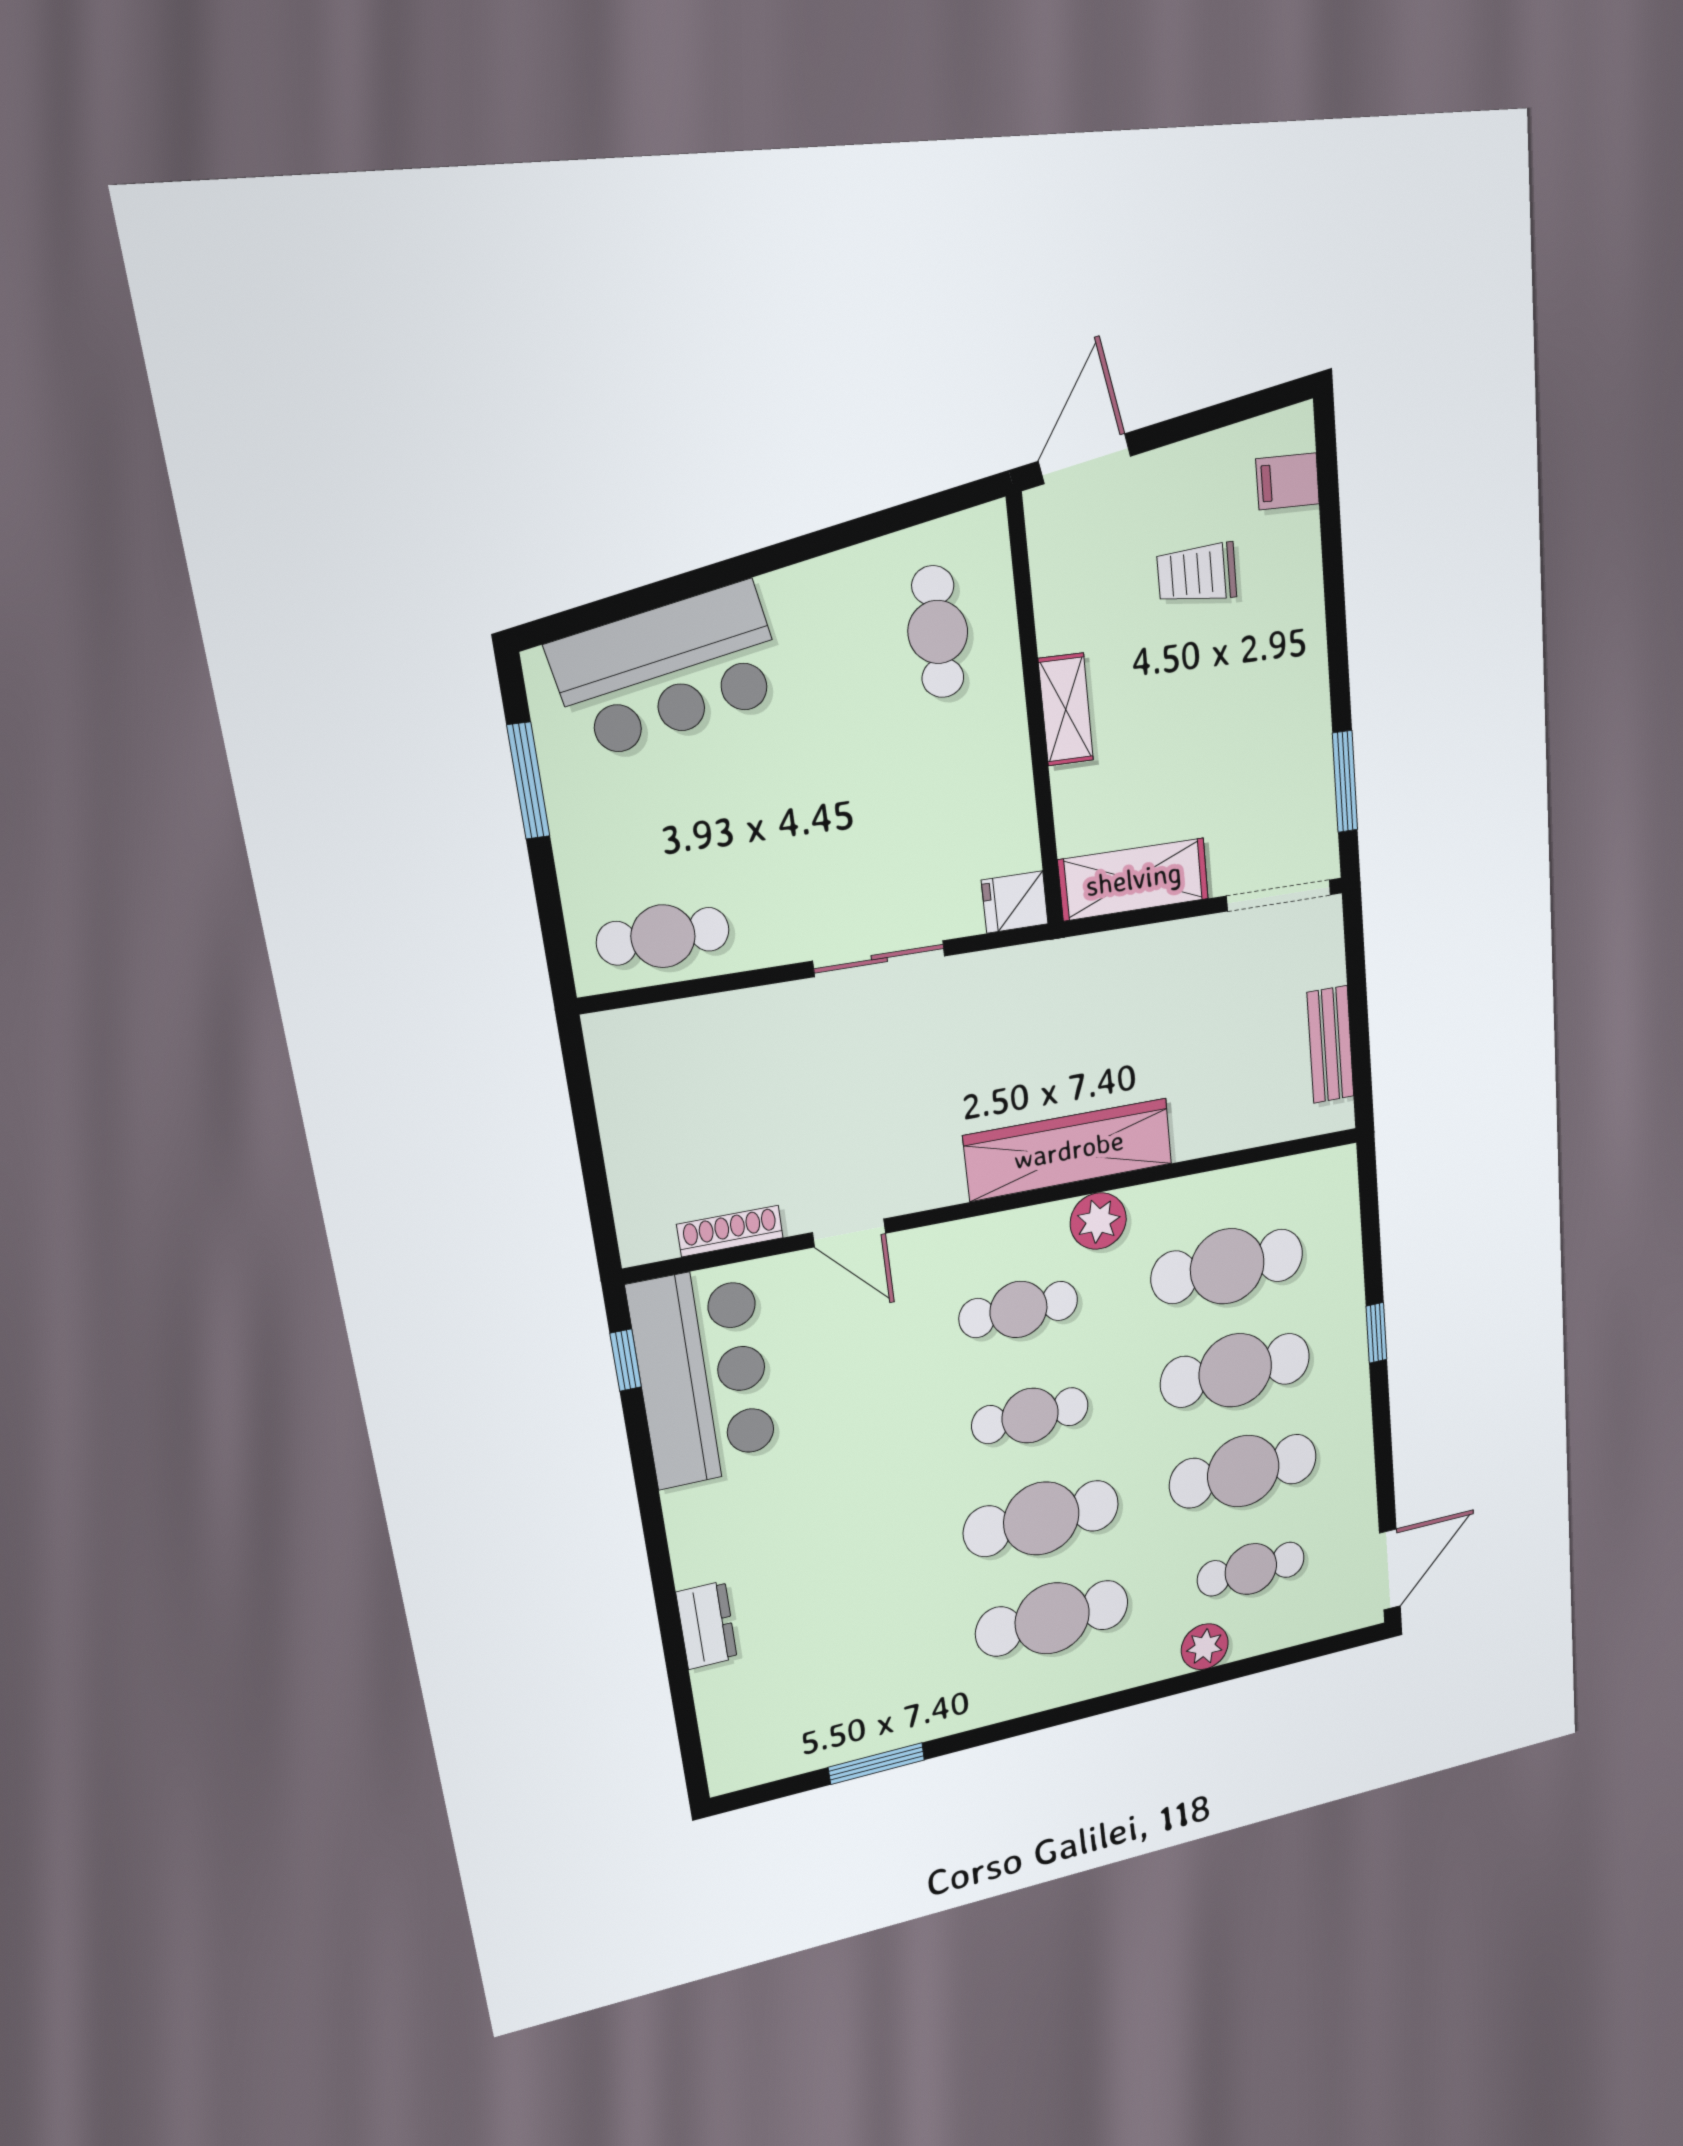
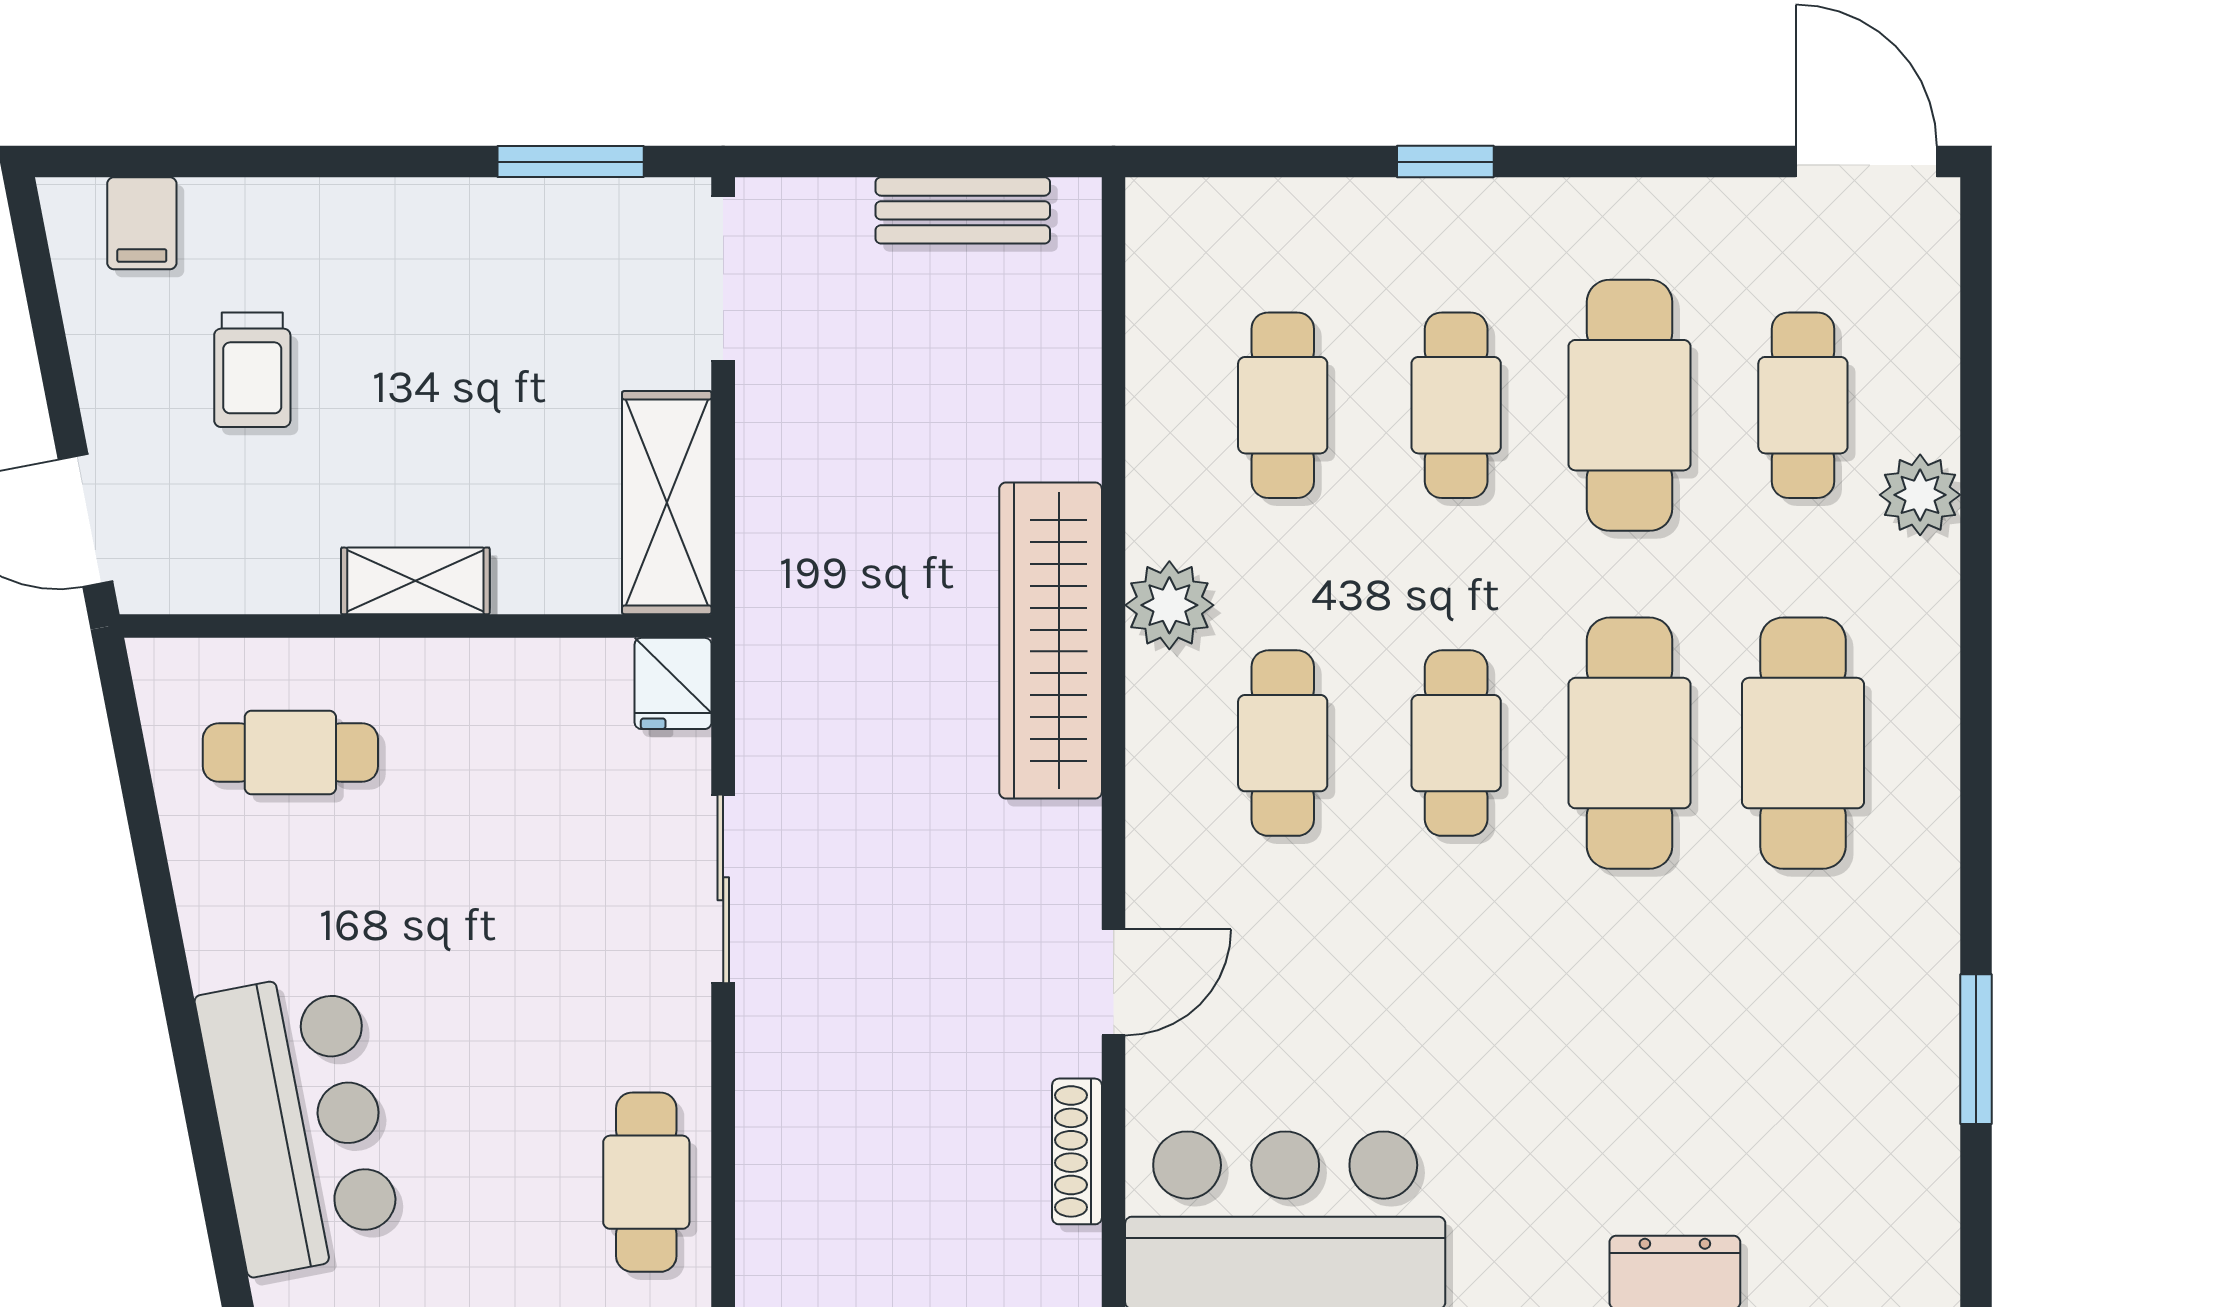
cafe table: (1227, 1266) -> (1283, 405), width x0.73, depth x0.74
cafe table: (1235, 1370) -> (1456, 405), width x0.73, depth x0.74

